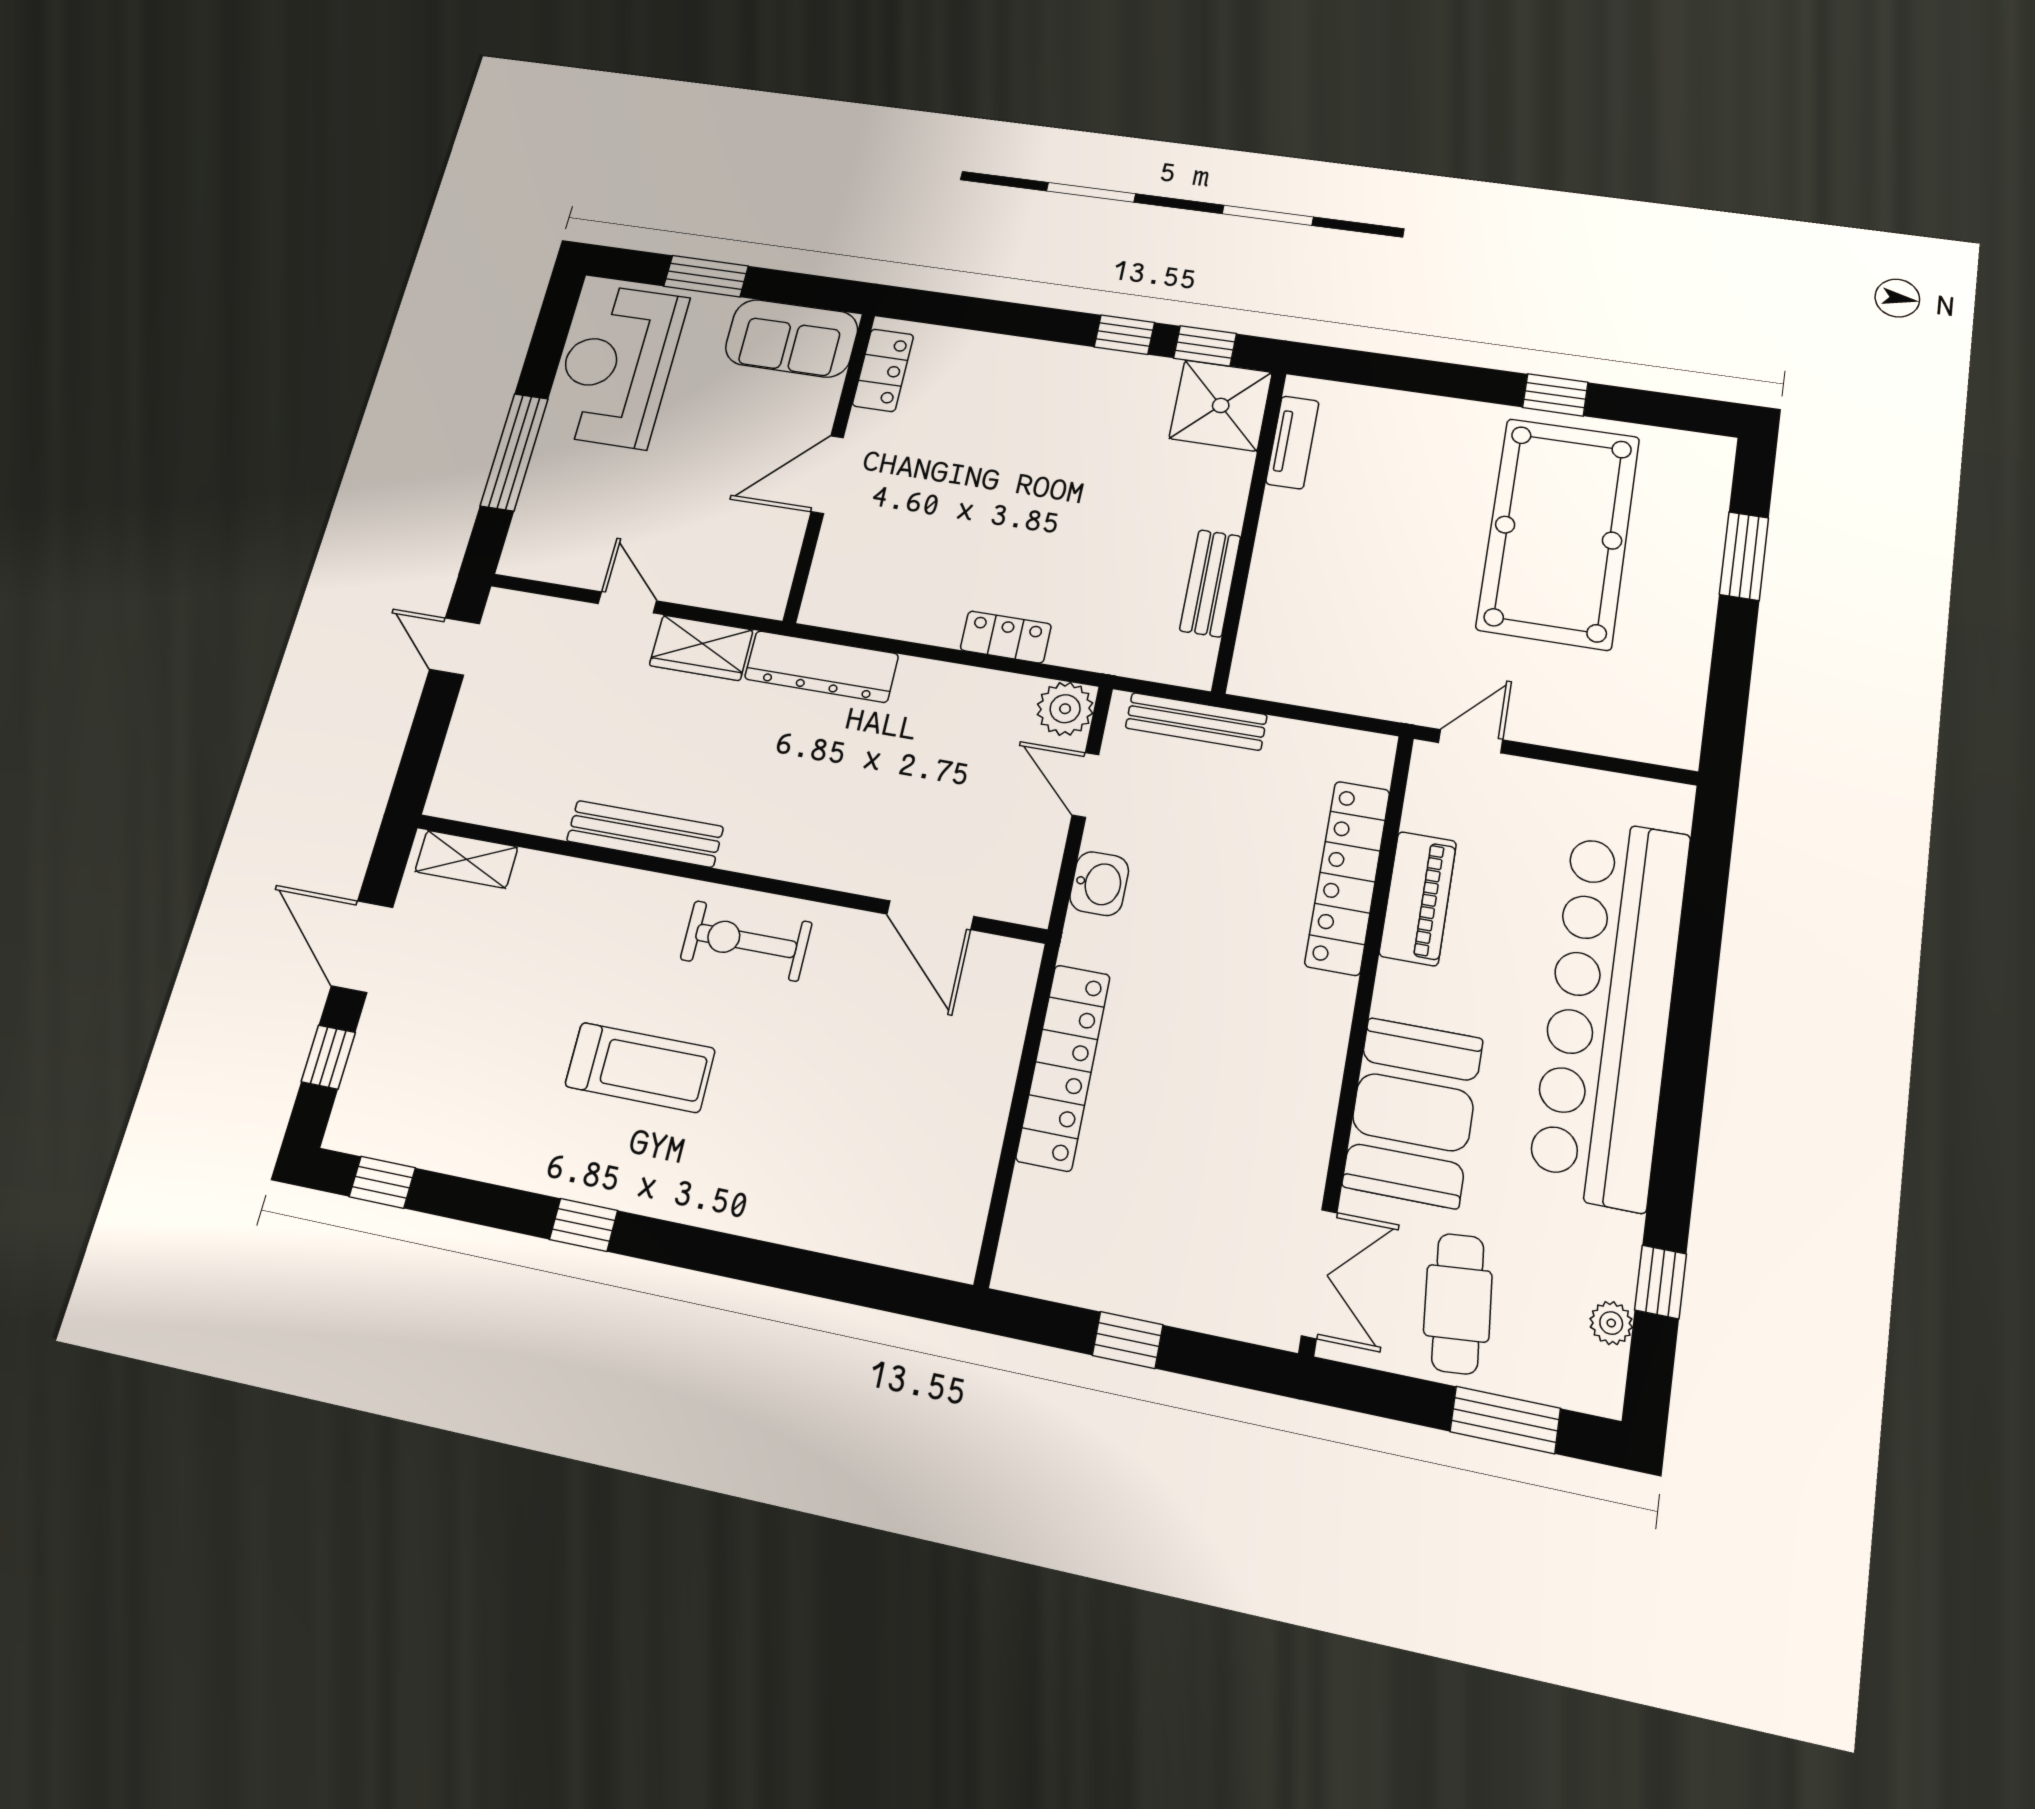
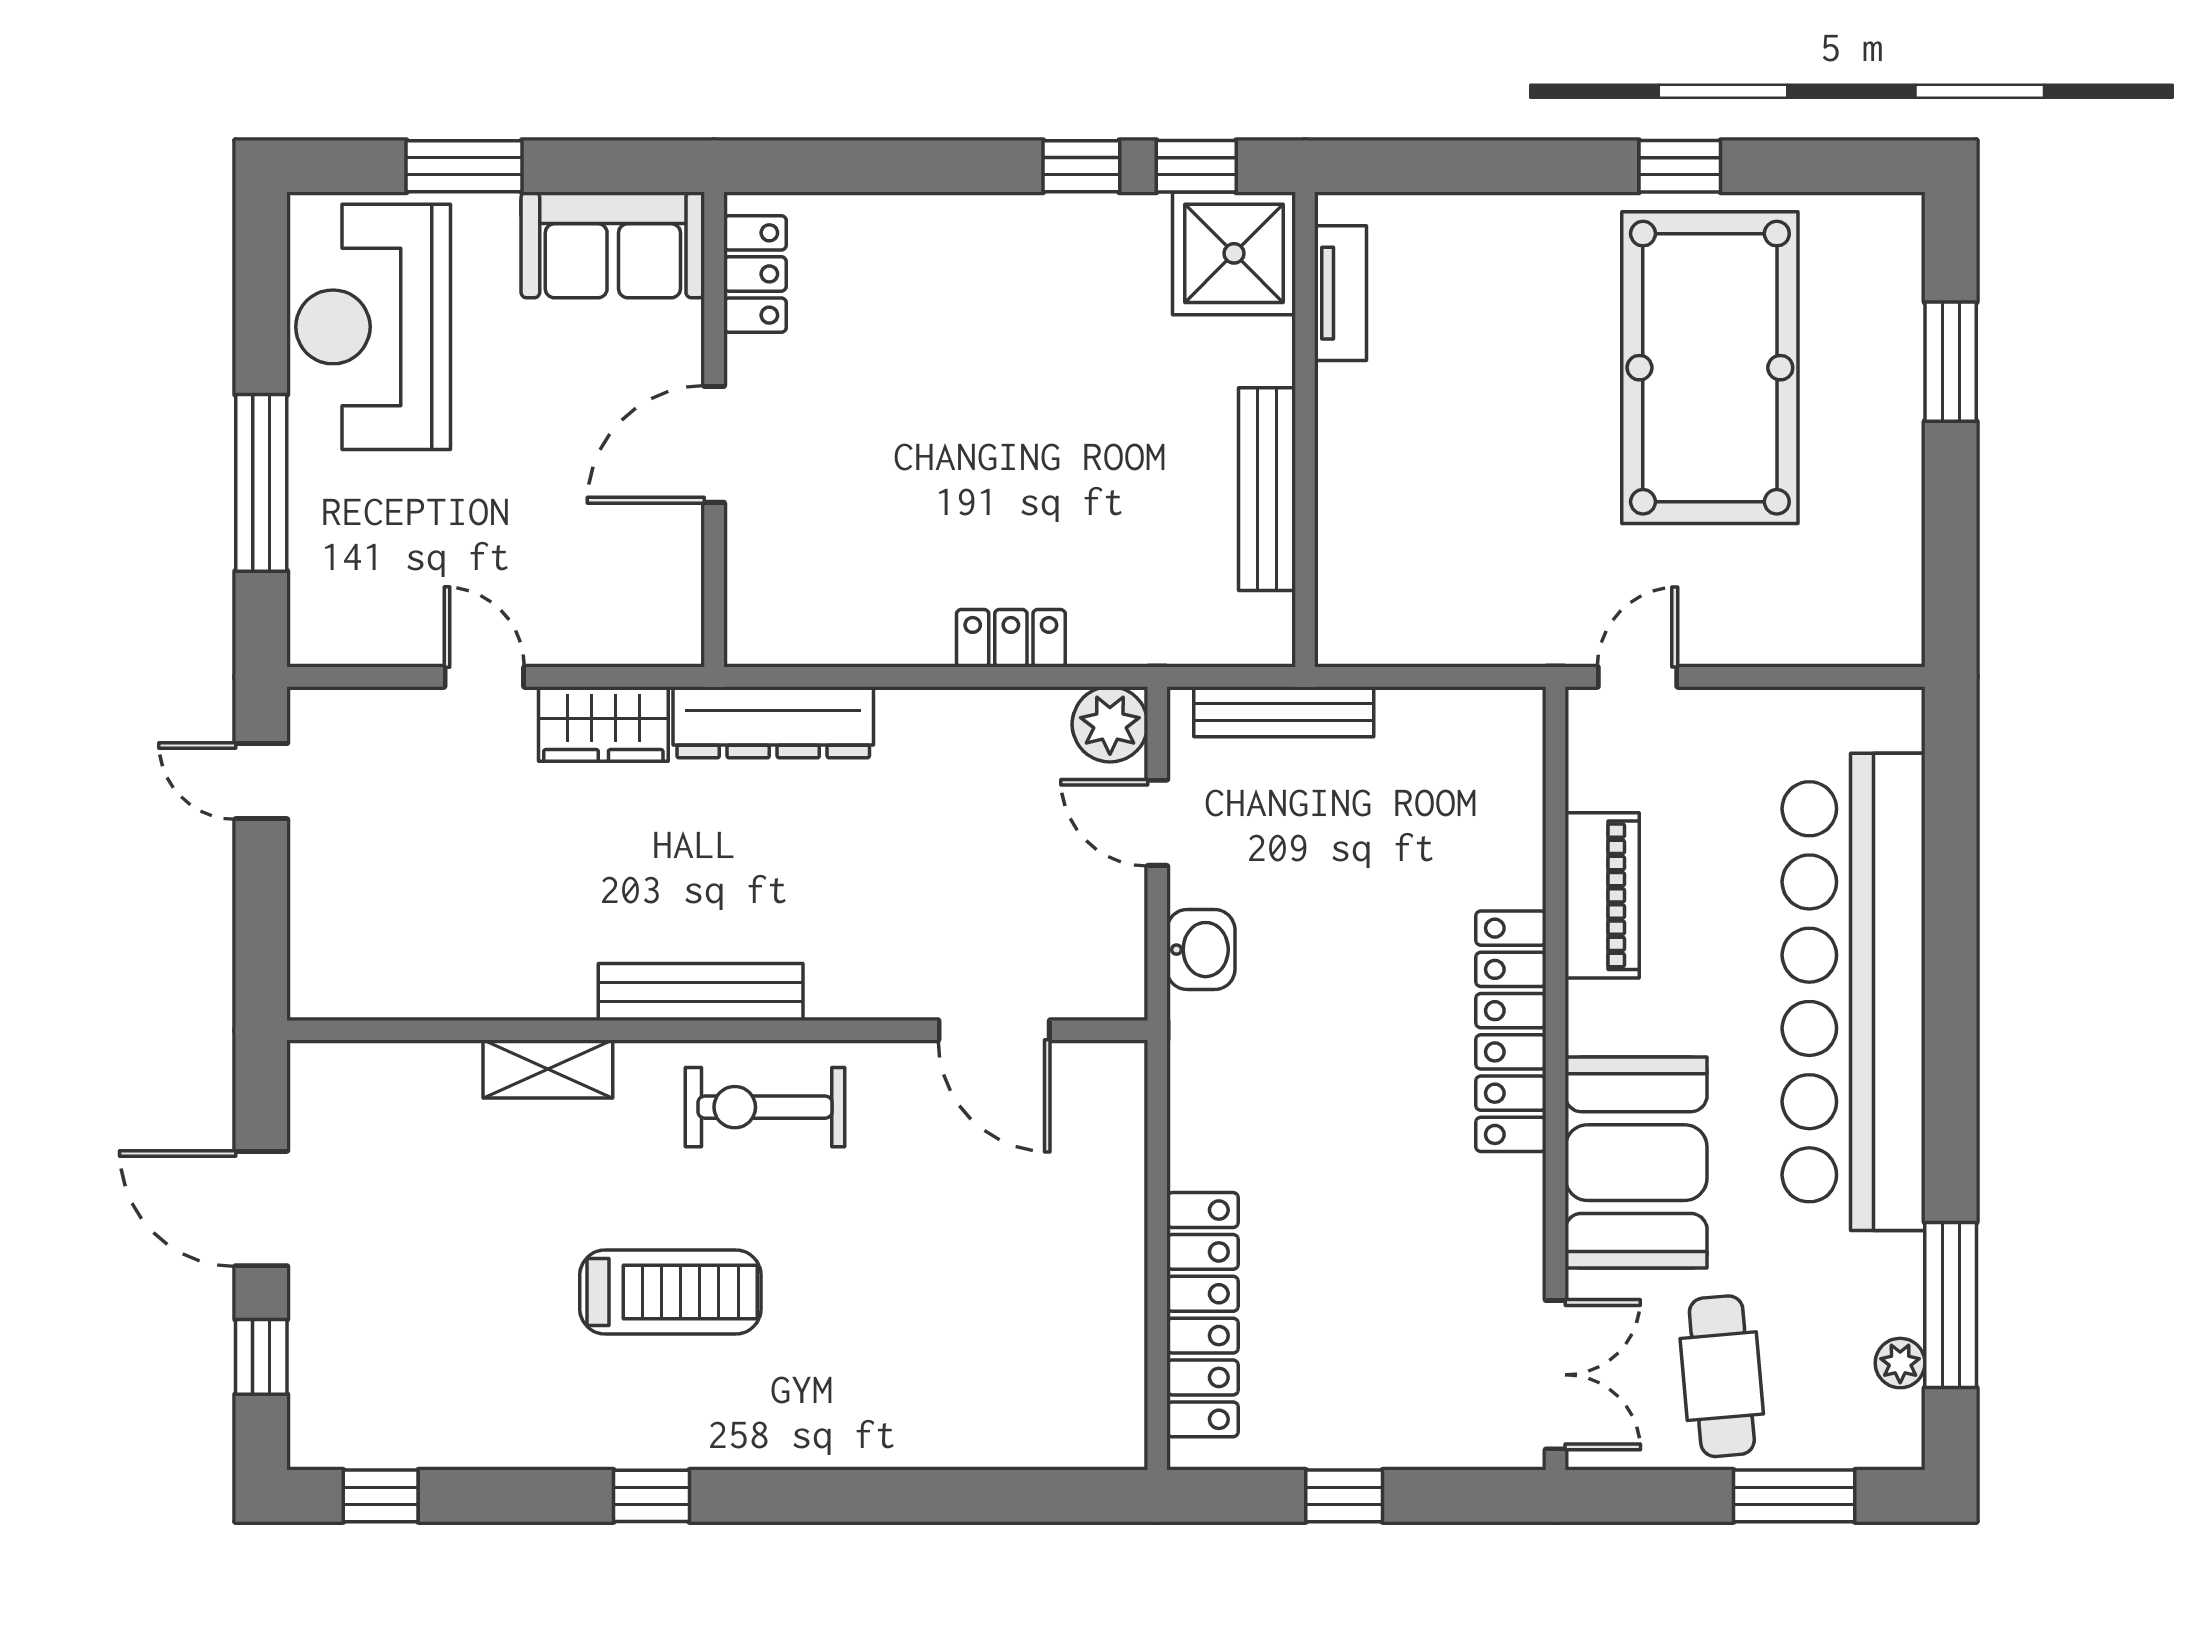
bench: (1210, 583) -> (1267, 489), width x1.36
bench: (645, 834) -> (701, 992), moved
shelving: (466, 859) -> (548, 1069), moved
locker: (1347, 877) -> (1511, 1031), moved
locker: (1063, 1067) -> (1203, 1315), moved
window: (1661, 1282) -> (1951, 1305), width x2.17

